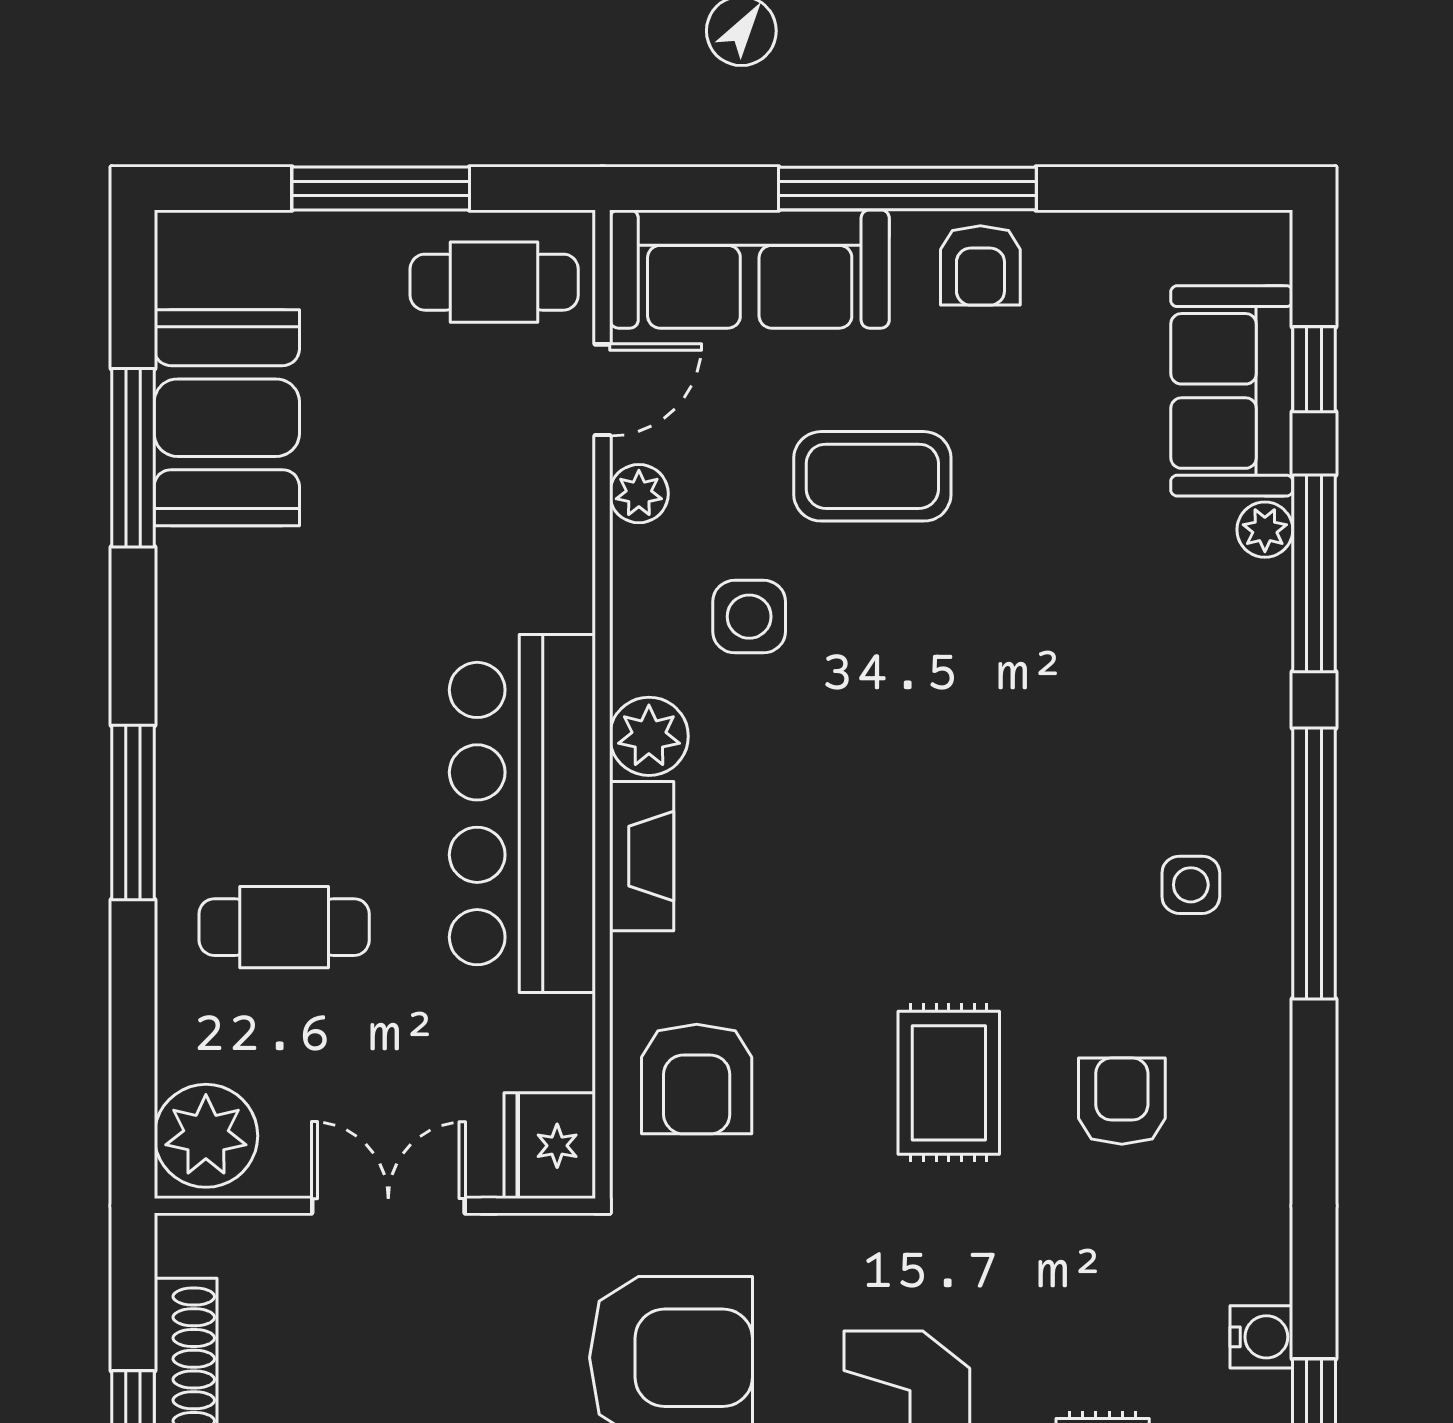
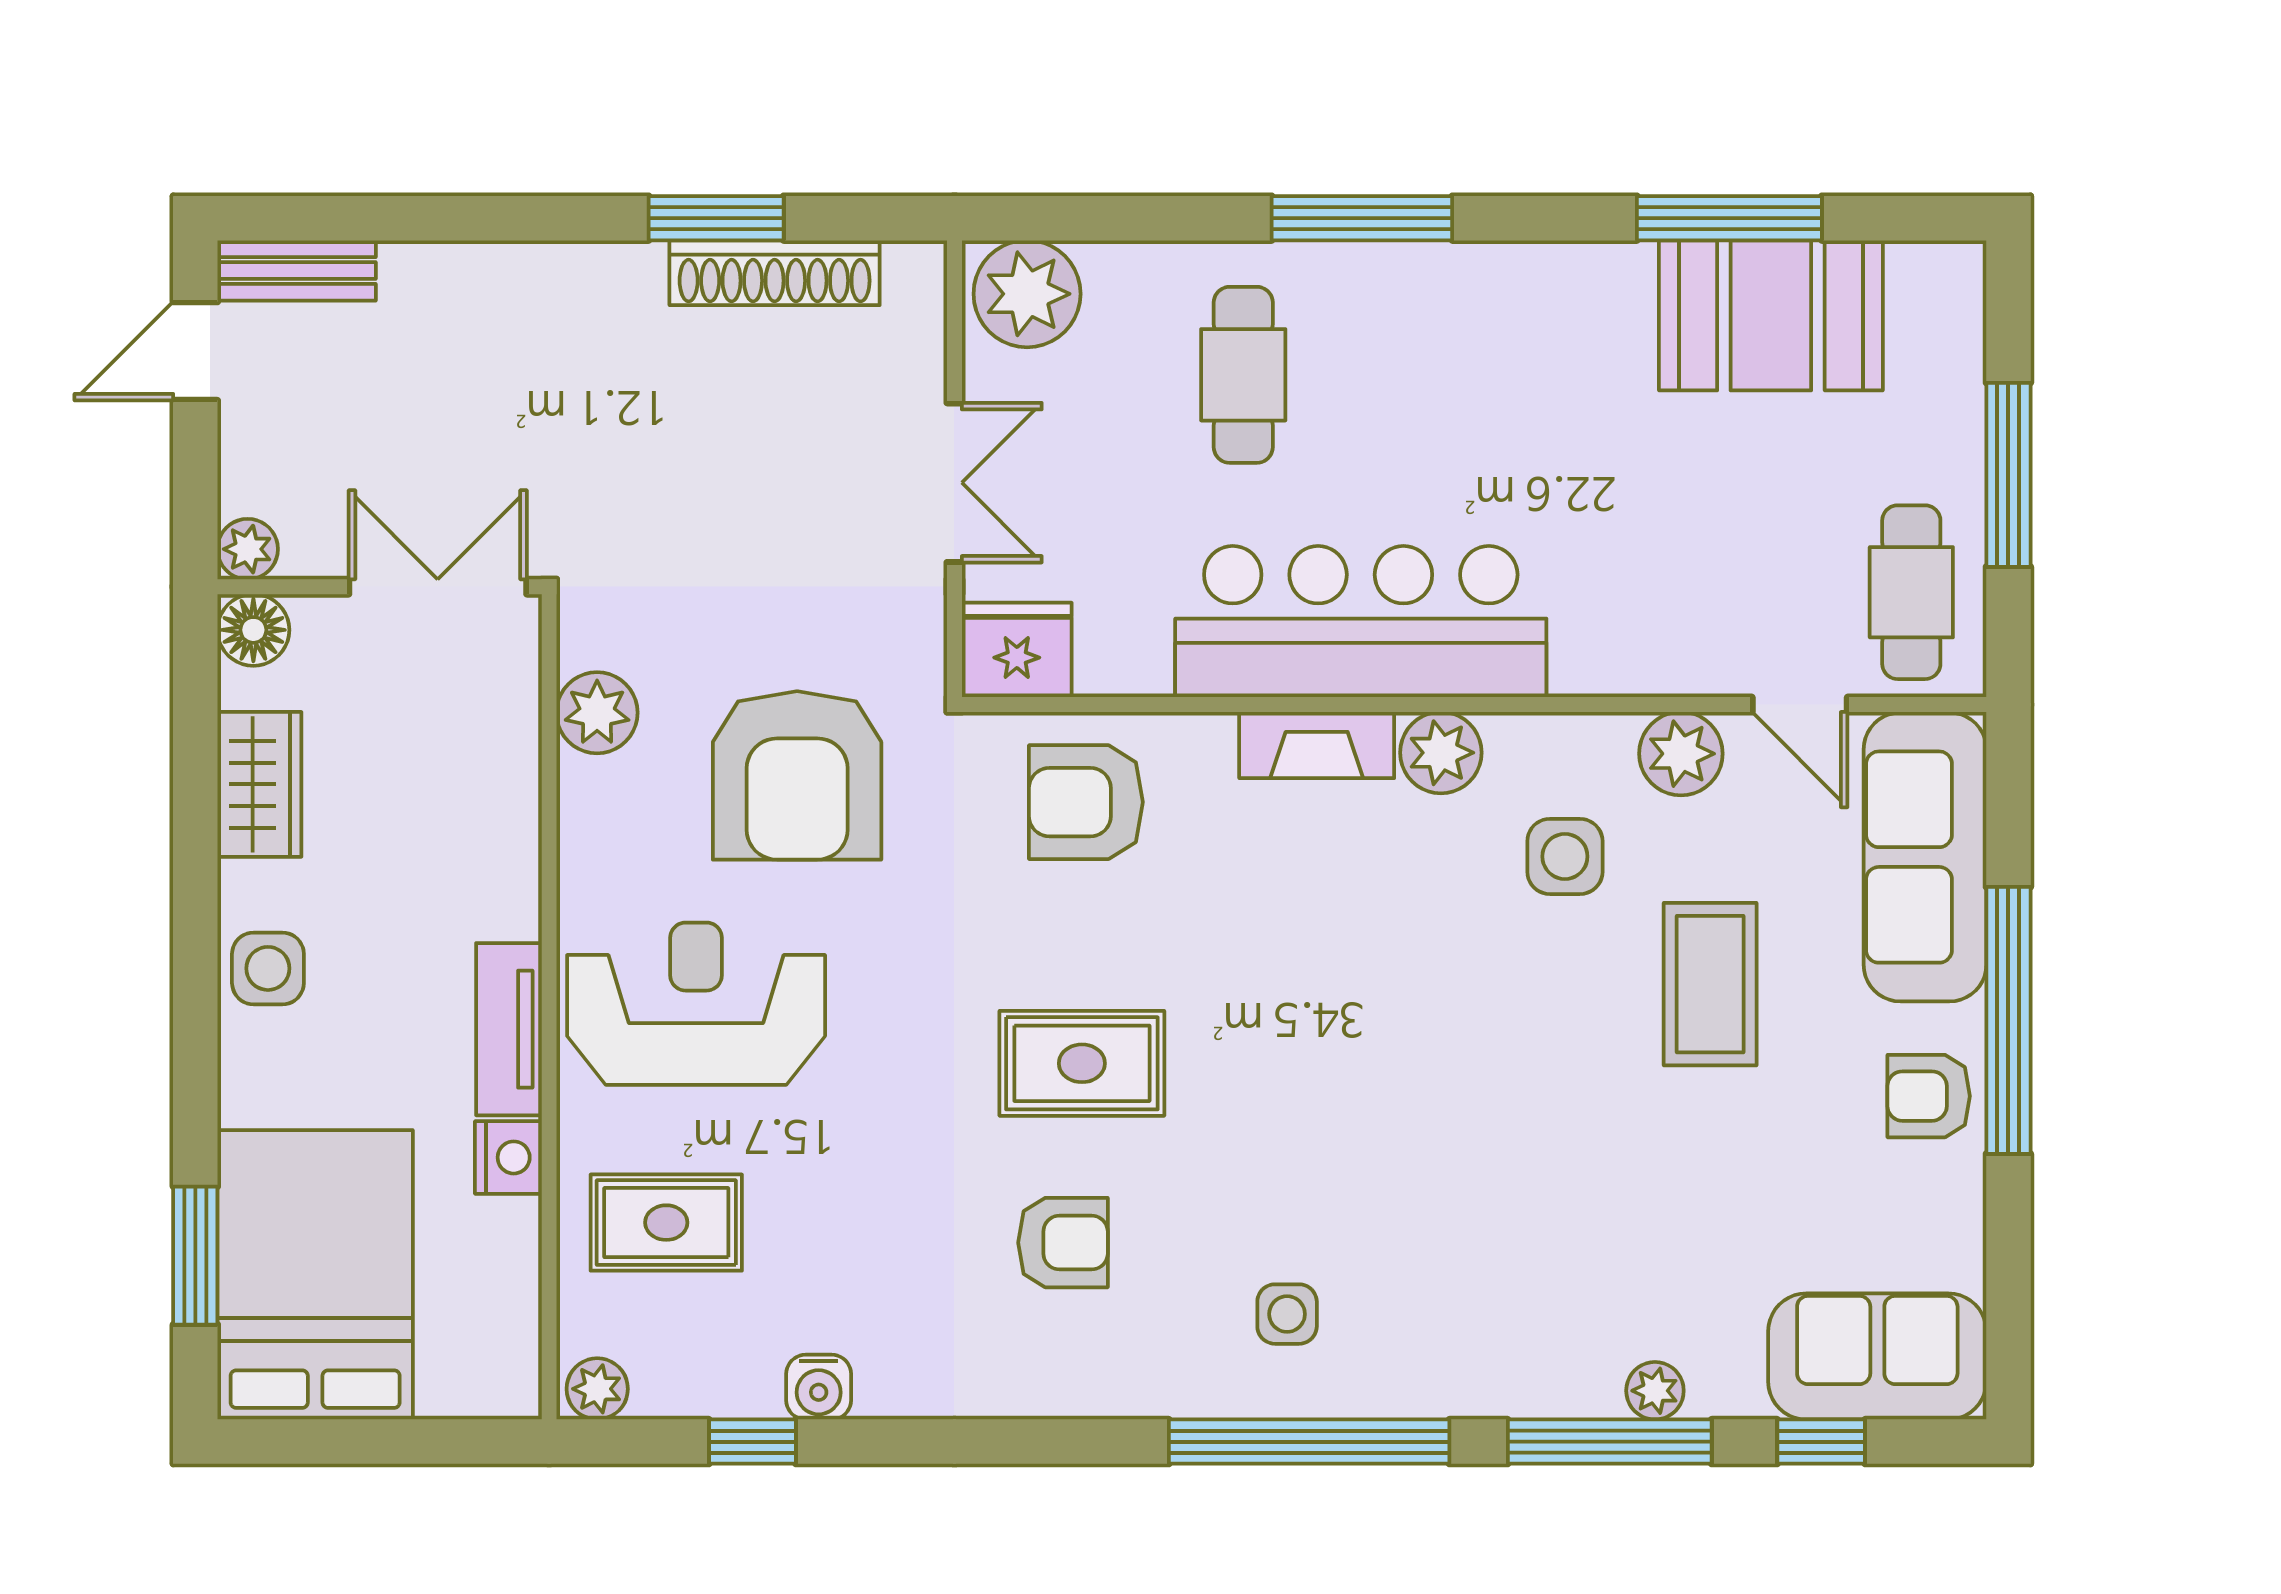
sofa: (1232, 391) -> (1877, 1356), moved
plant: (639, 494) -> (1681, 754), width x1.38, depth x1.38

